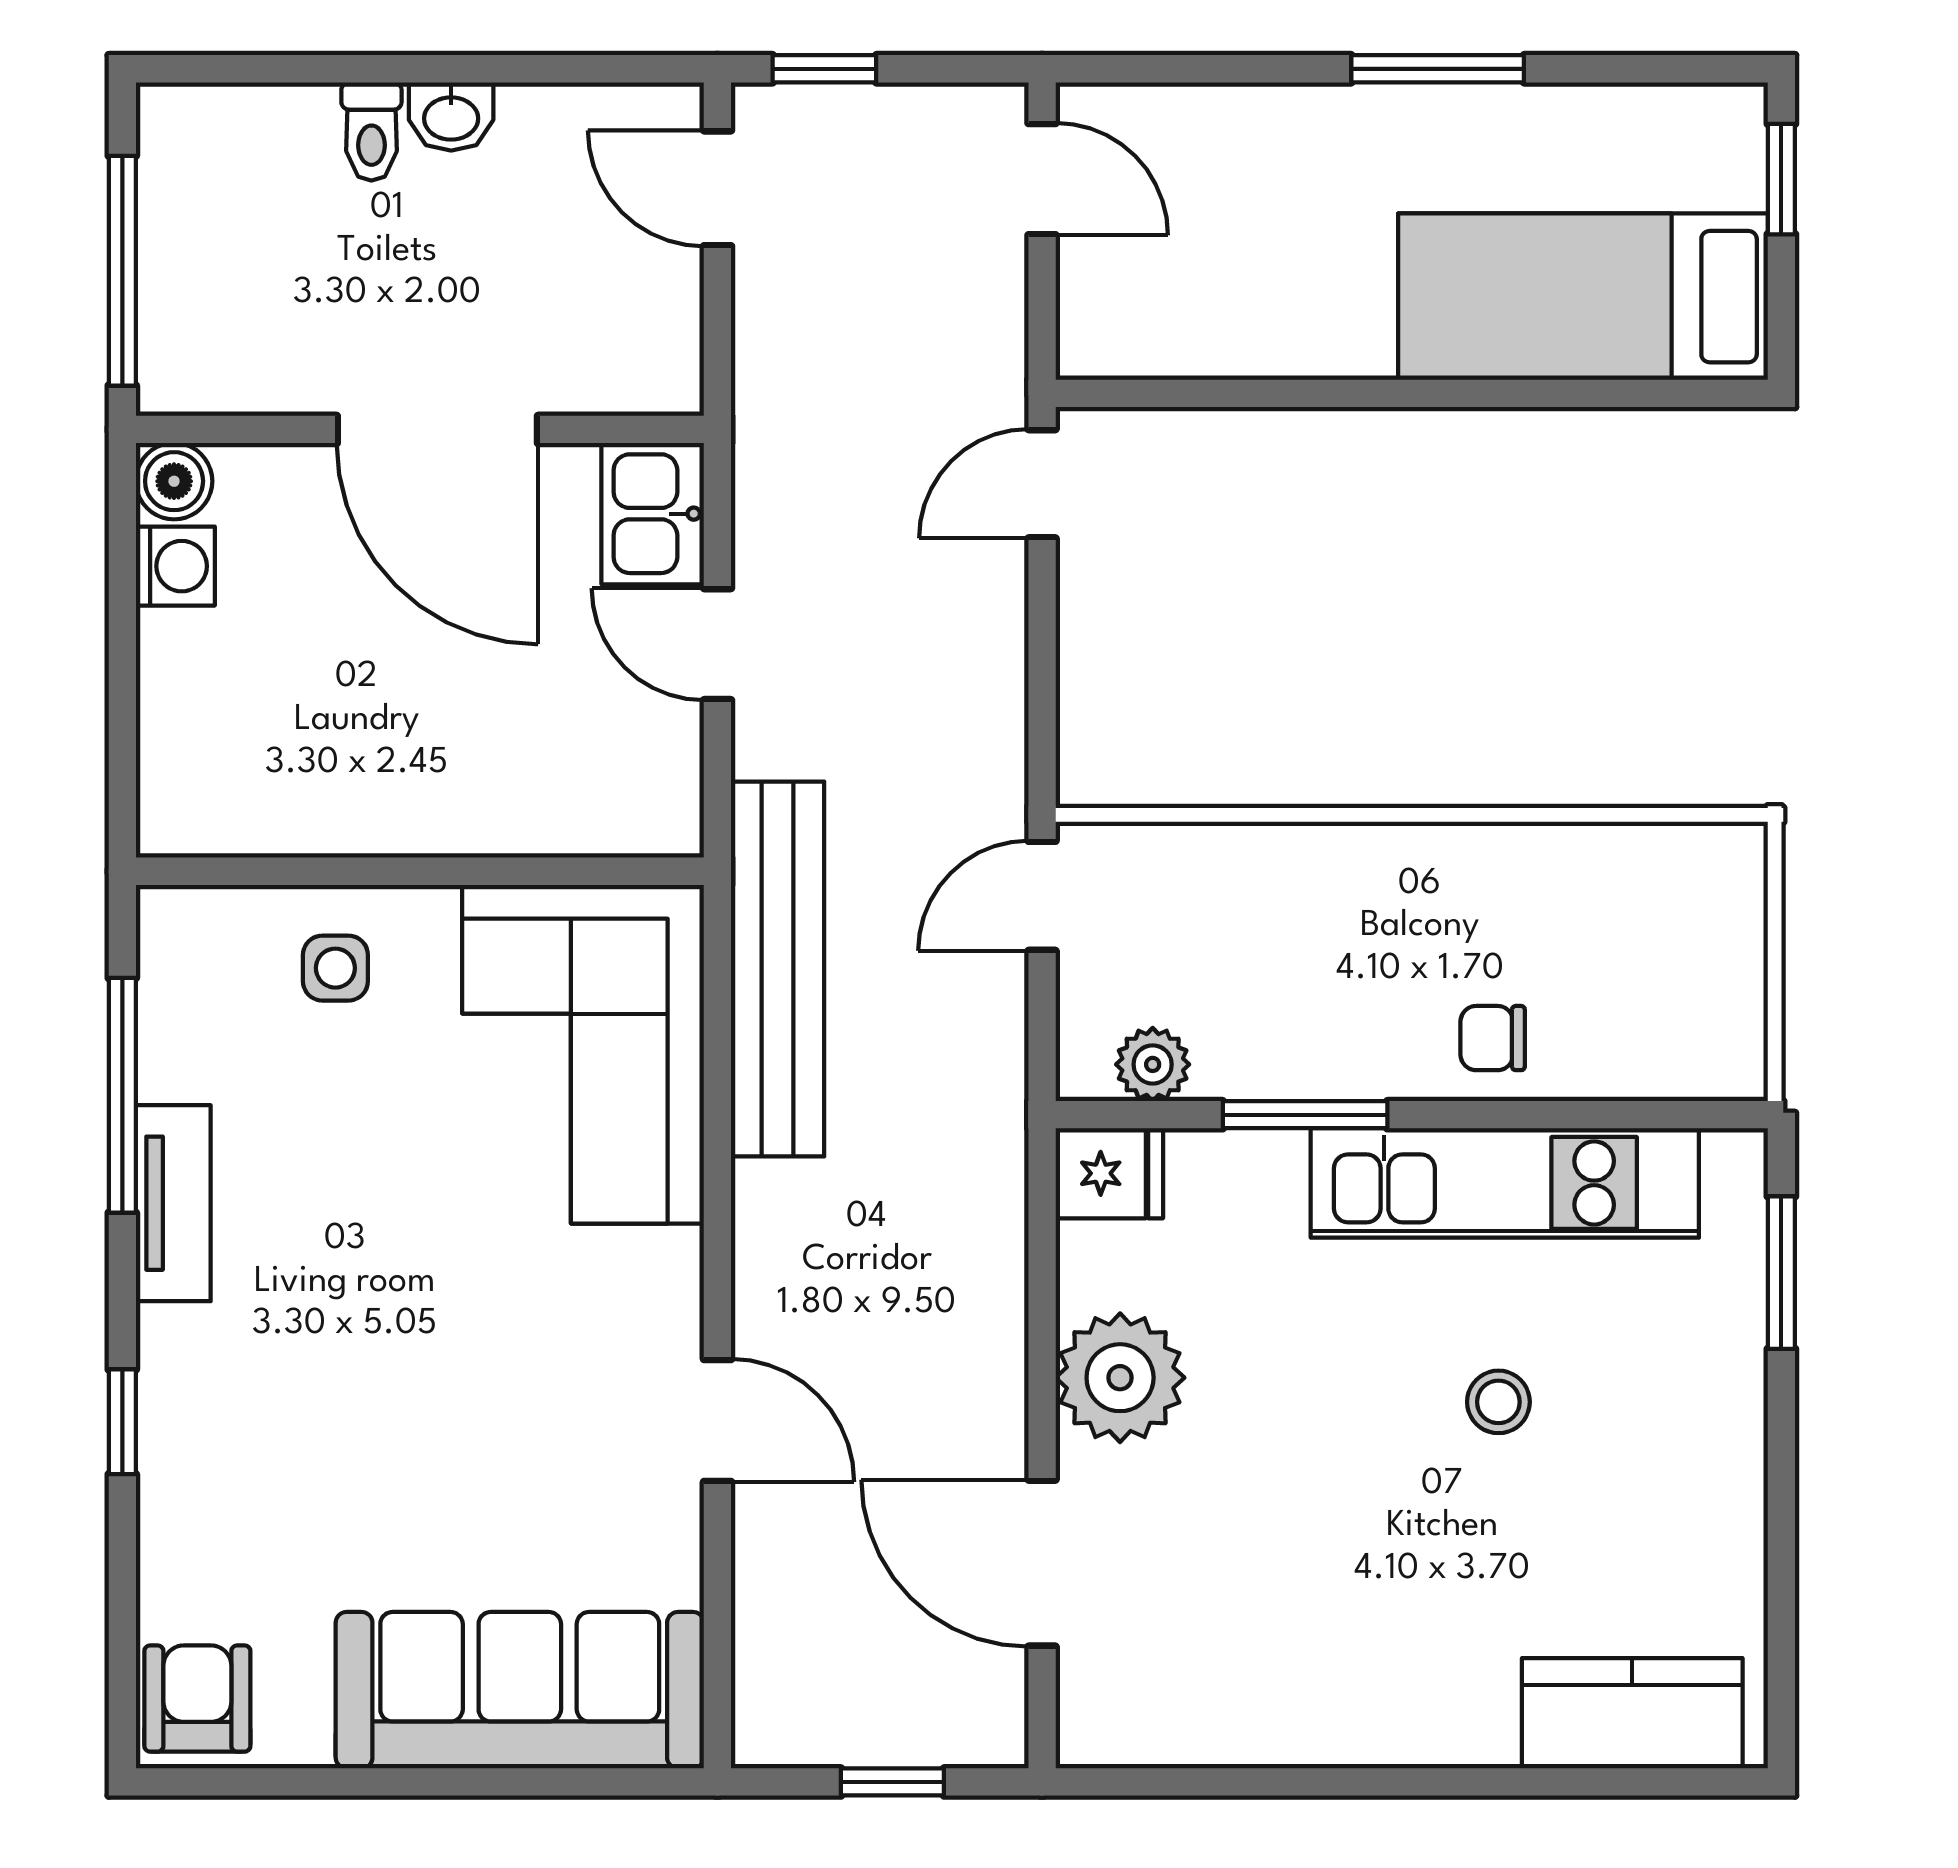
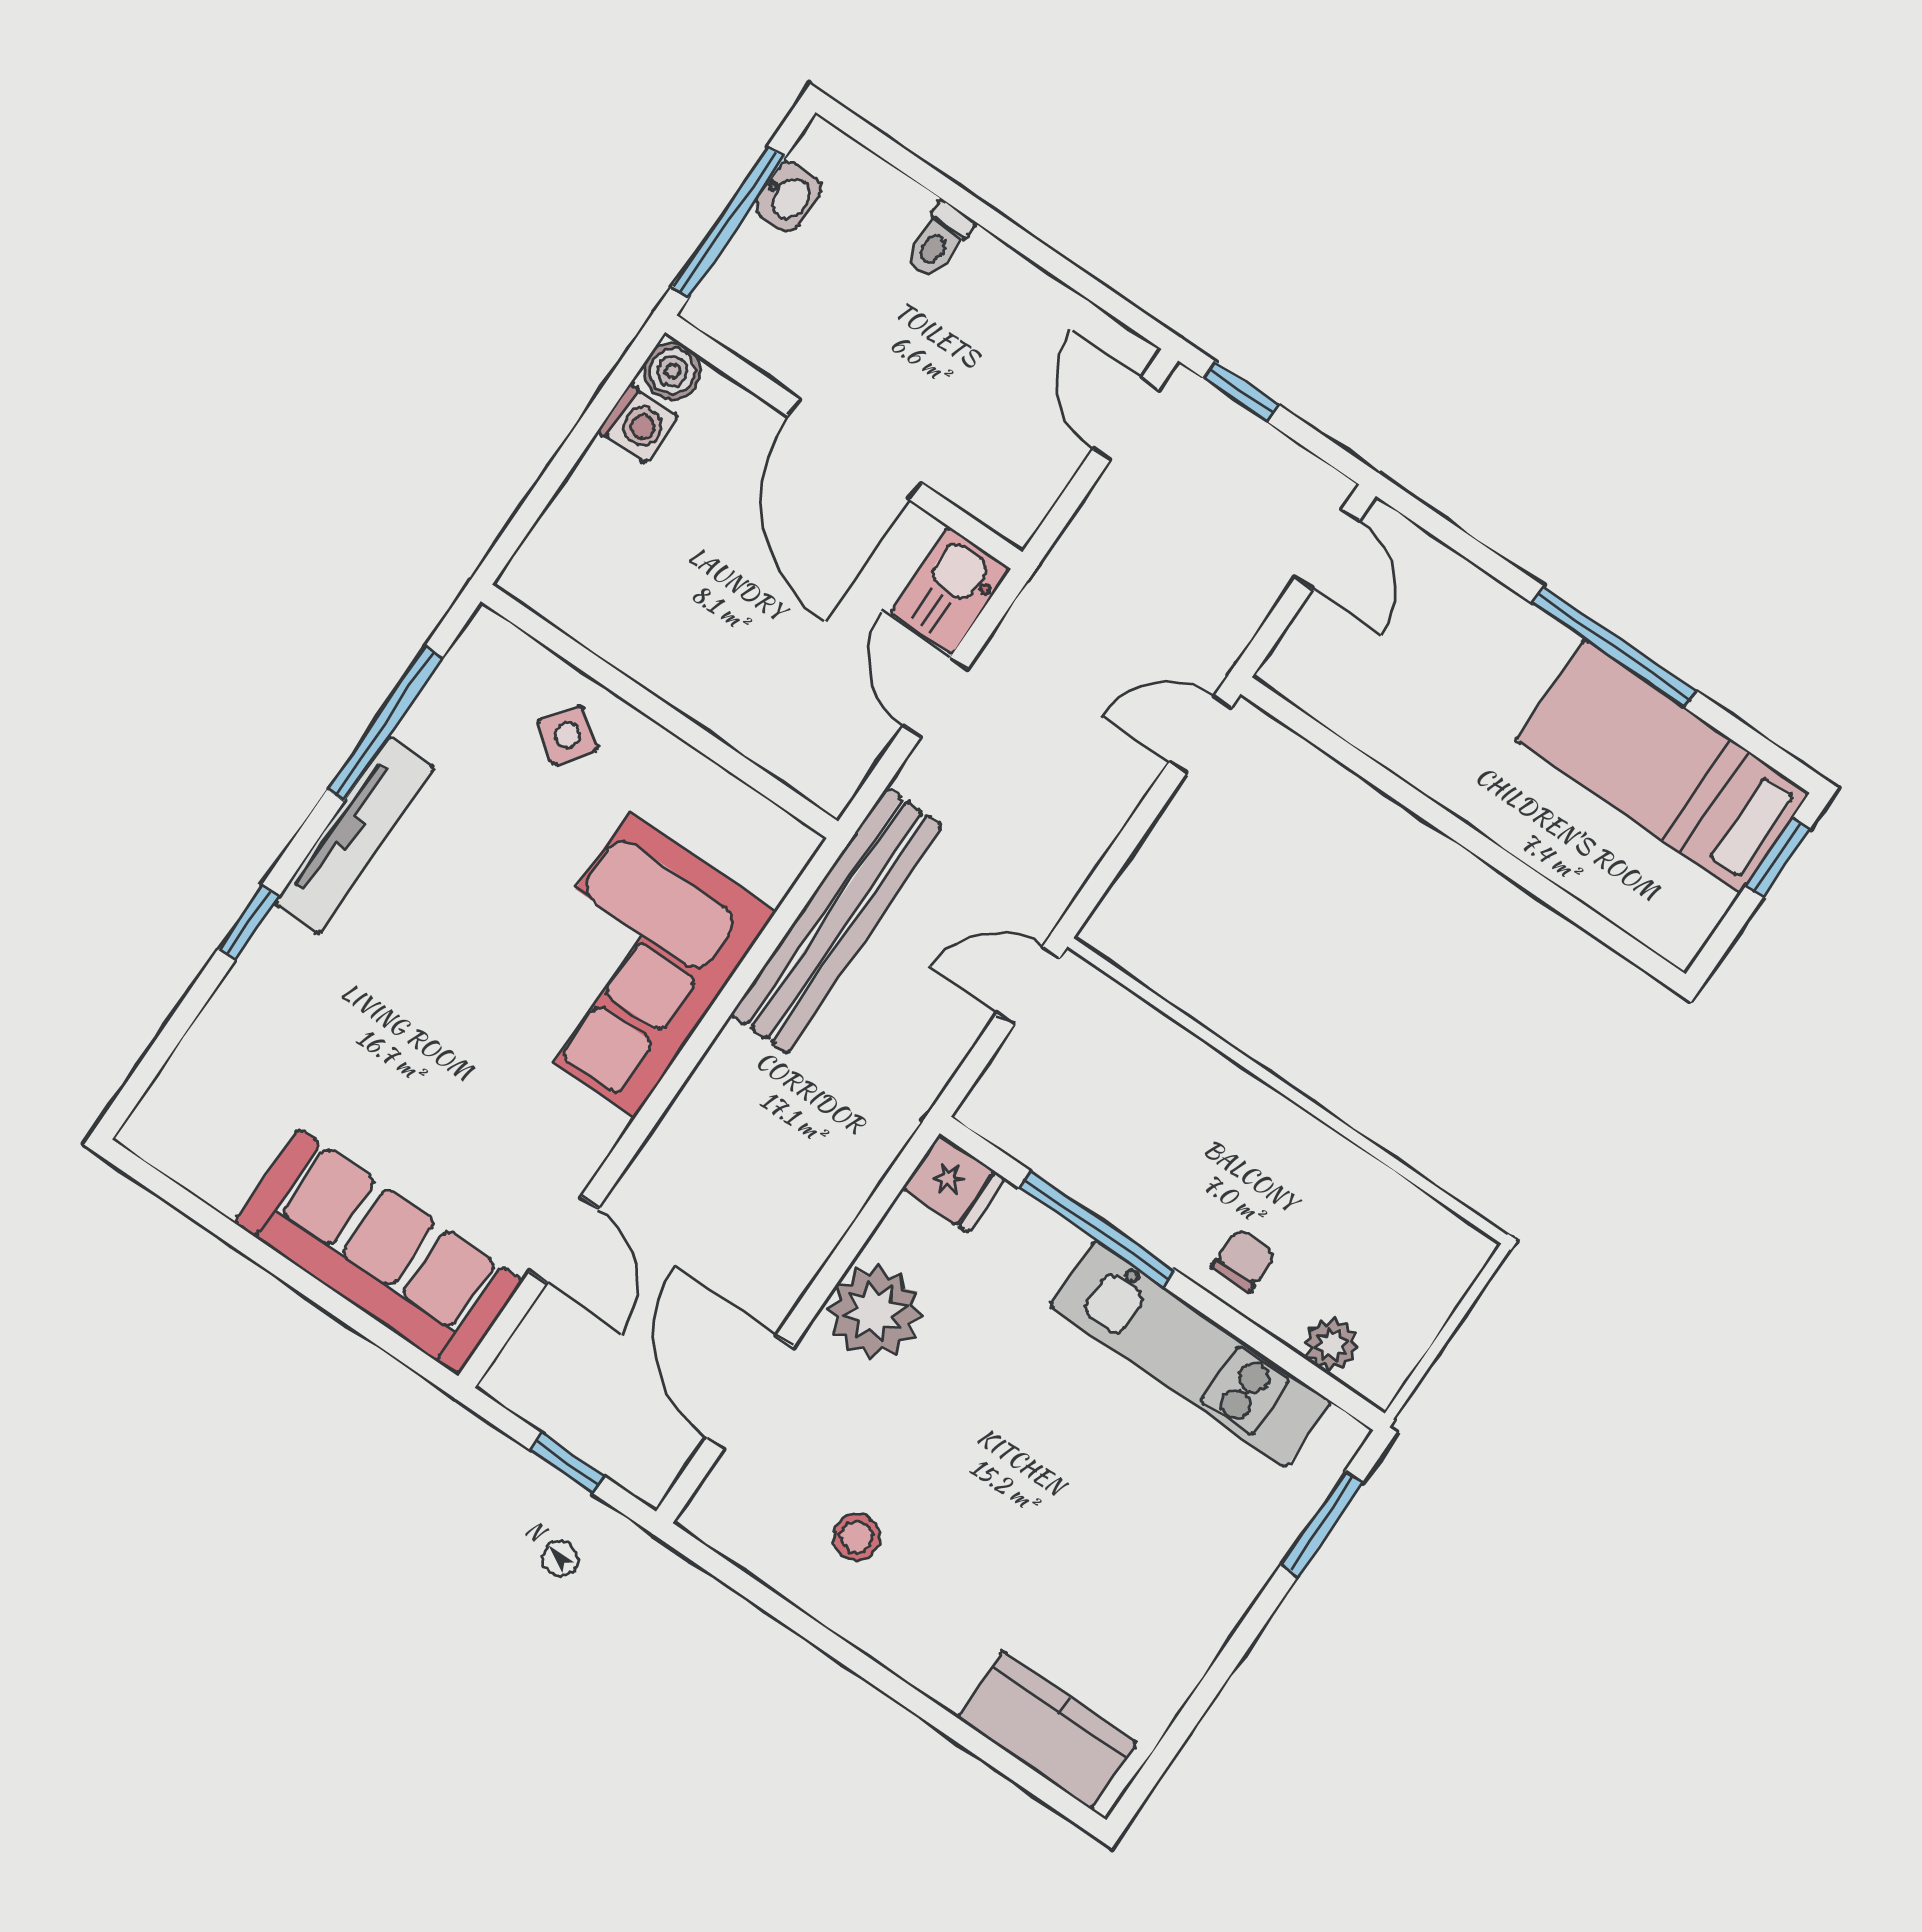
window: (1438, 69) -> (1614, 647), width x1.44
washbasin: (451, 116) -> (788, 197), moved, turned -90
bed: (1583, 297) -> (1662, 767), moved
side table: (335, 968) -> (568, 735), turned 36
chair: (1493, 1038) -> (1243, 1260), turned 90
corner sofa: (583, 1054) -> (632, 964), moved
plant: (1153, 1064) -> (1332, 1344), moved
window: (1305, 1115) -> (1097, 1229), width x1.44
tv unit: (173, 1203) -> (354, 835), width x1.41
stool: (1498, 1402) -> (857, 1537), moved
door: (717, 1421) -> (564, 1240), moved
armchair: (197, 1699) -> (179, 1122), removed

